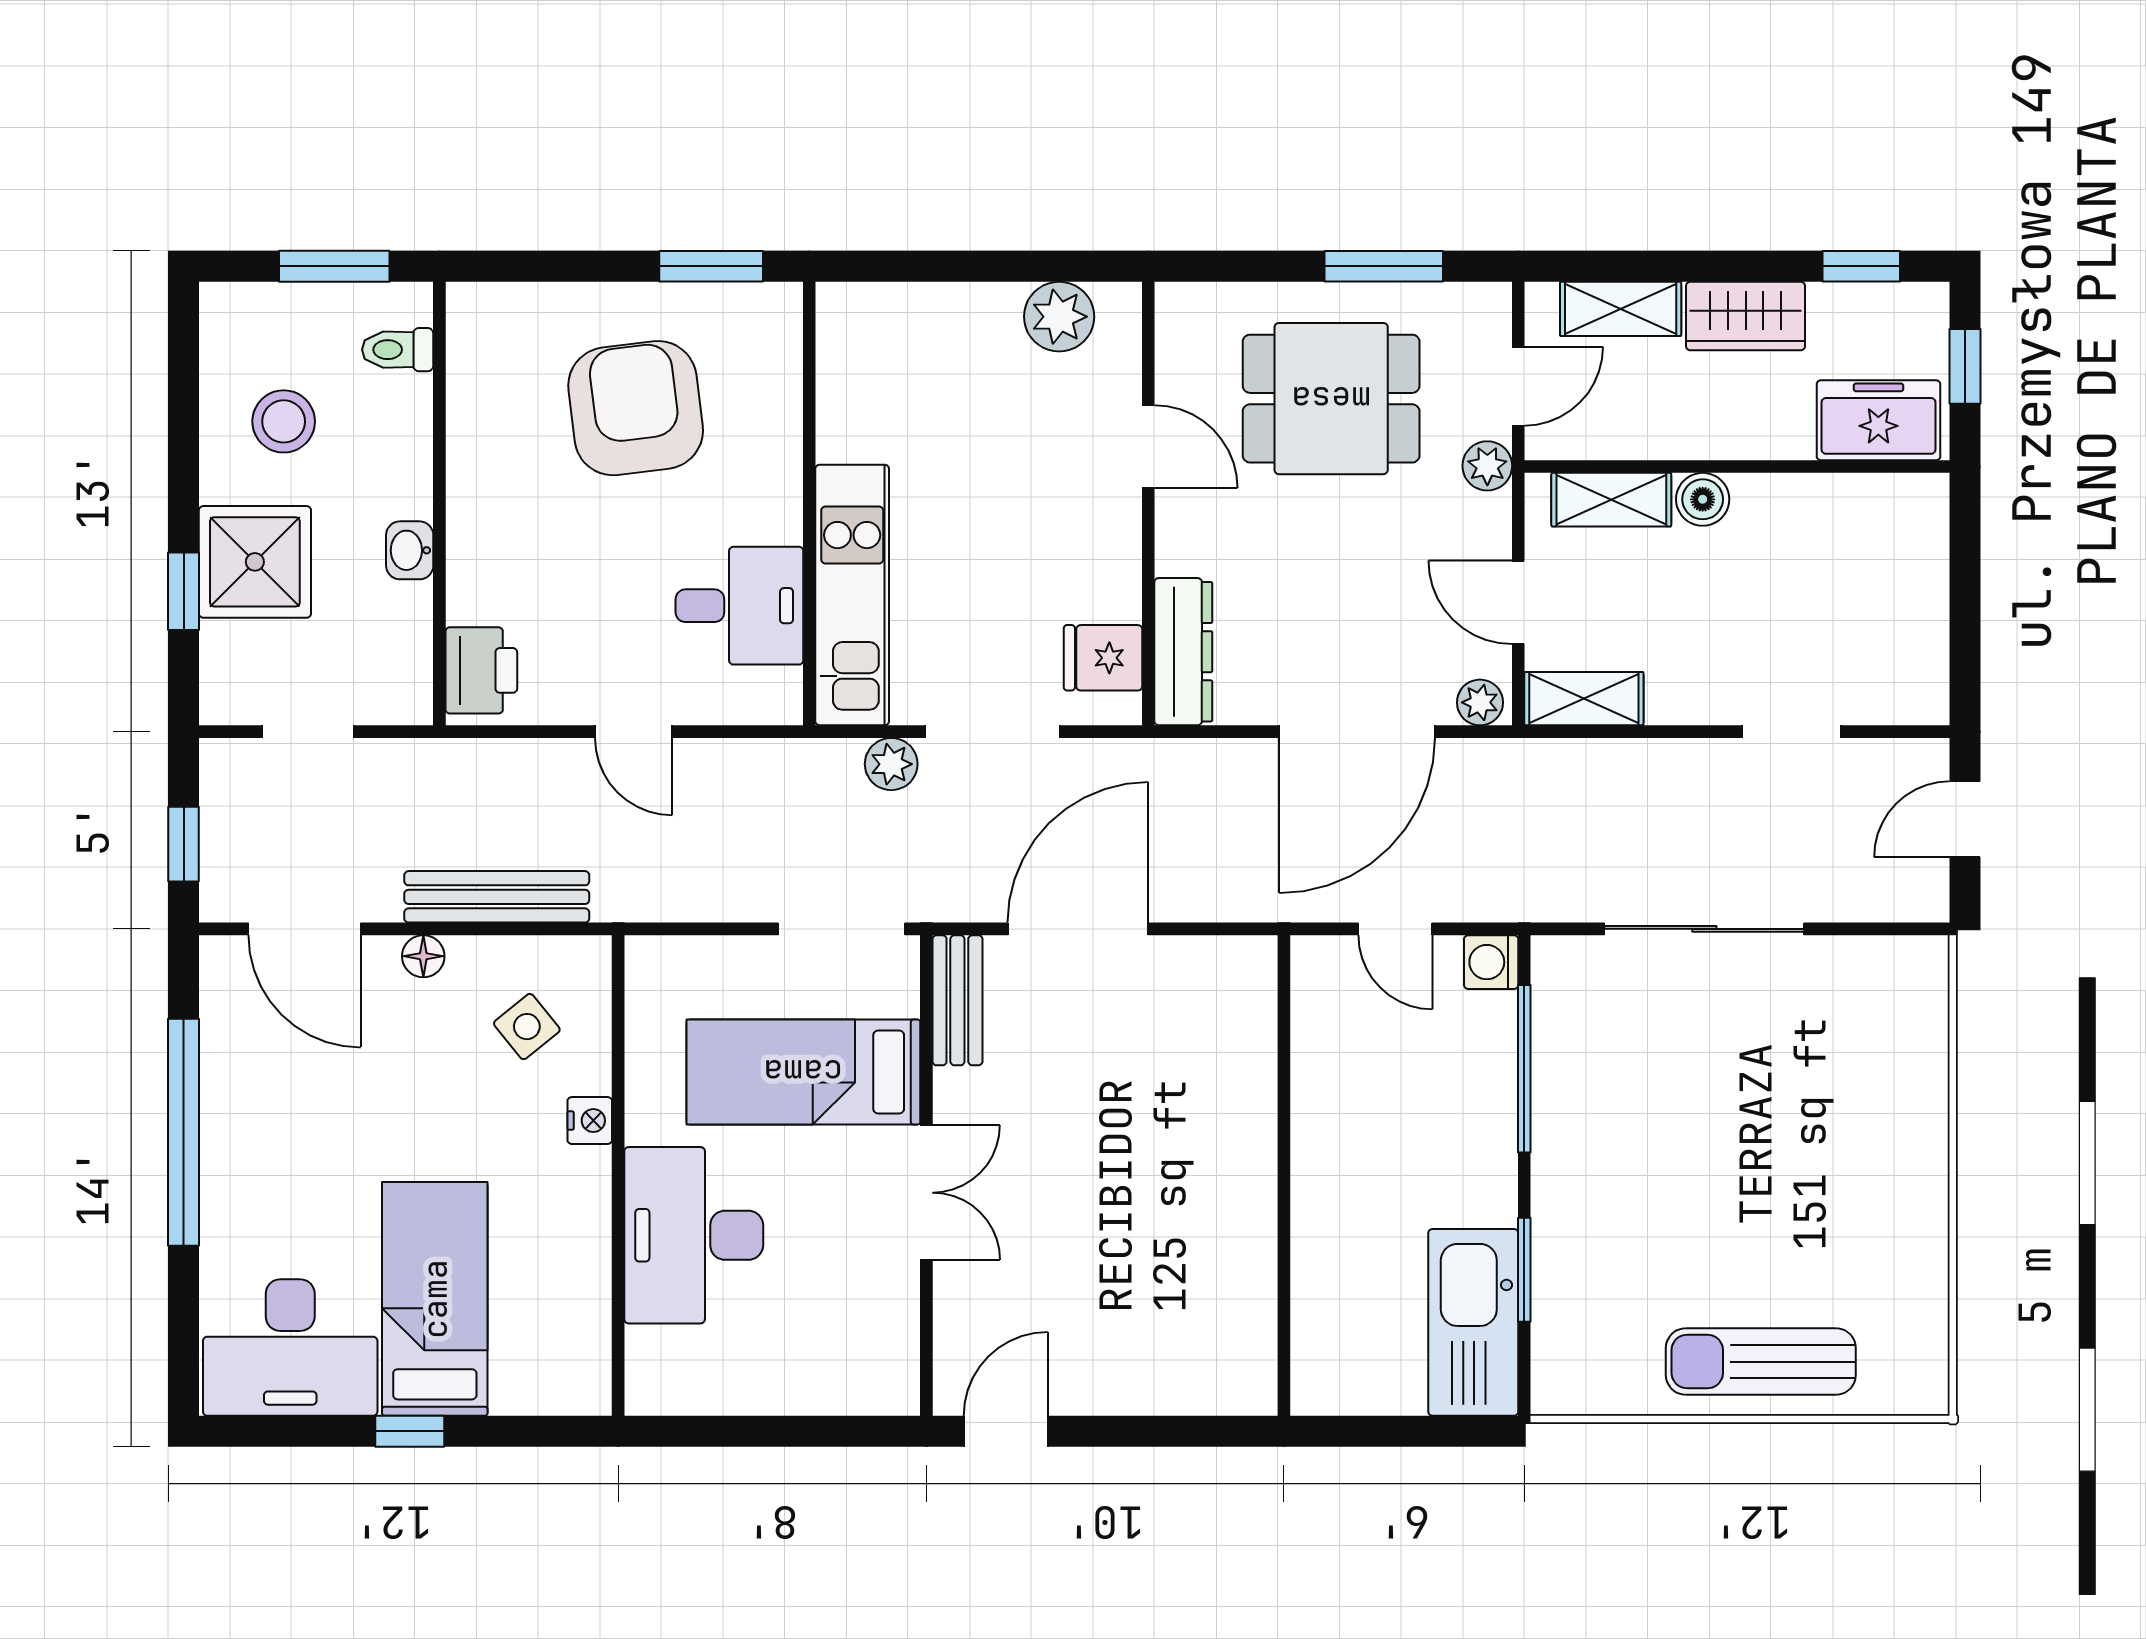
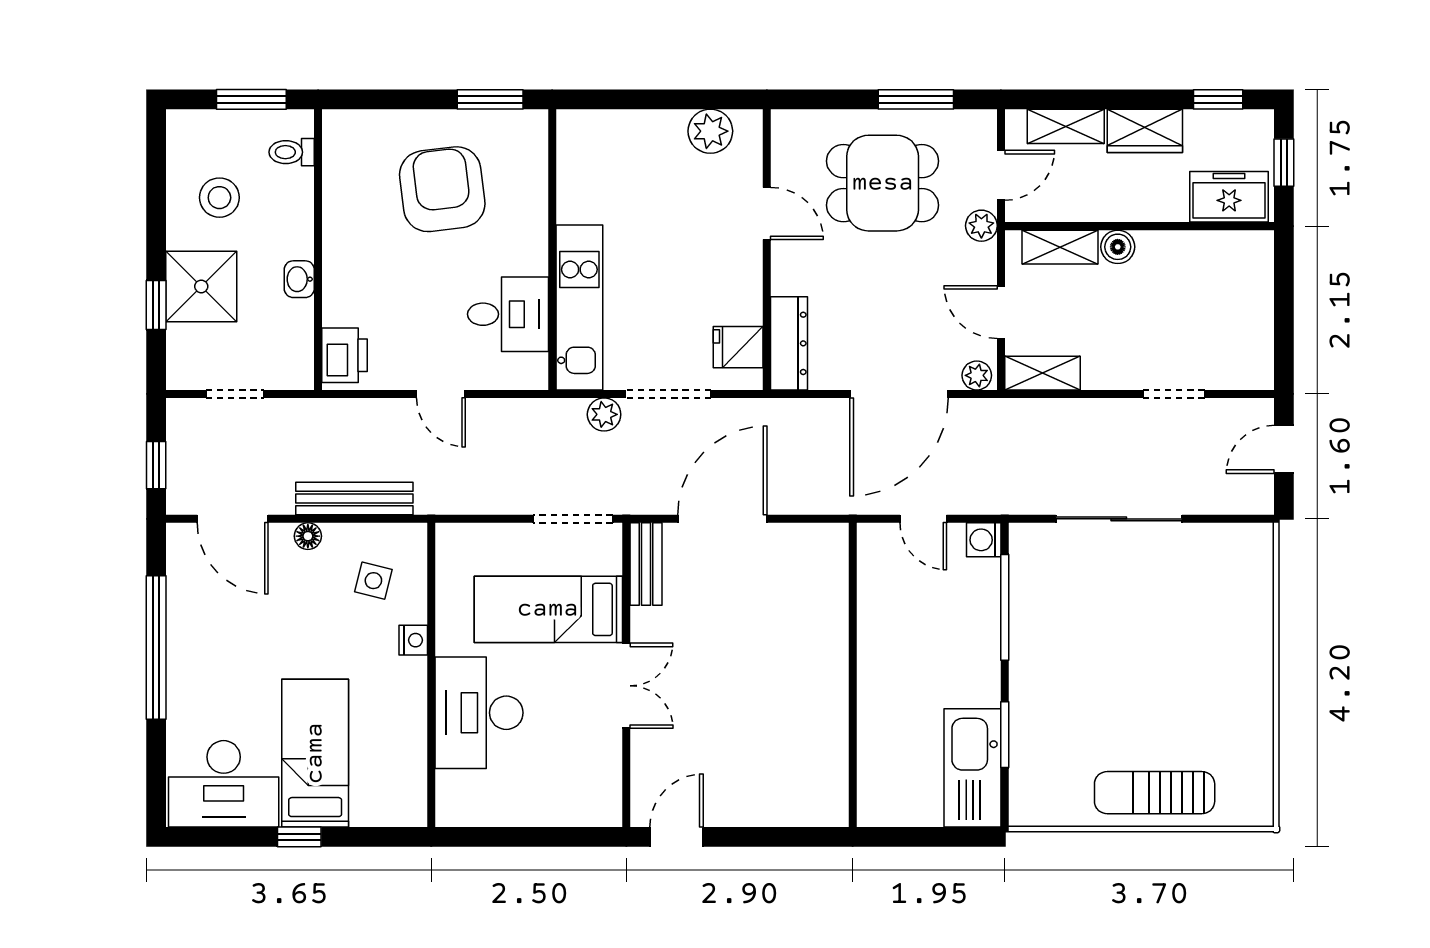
side table: (527, 1027) -> (373, 581), turned -37

